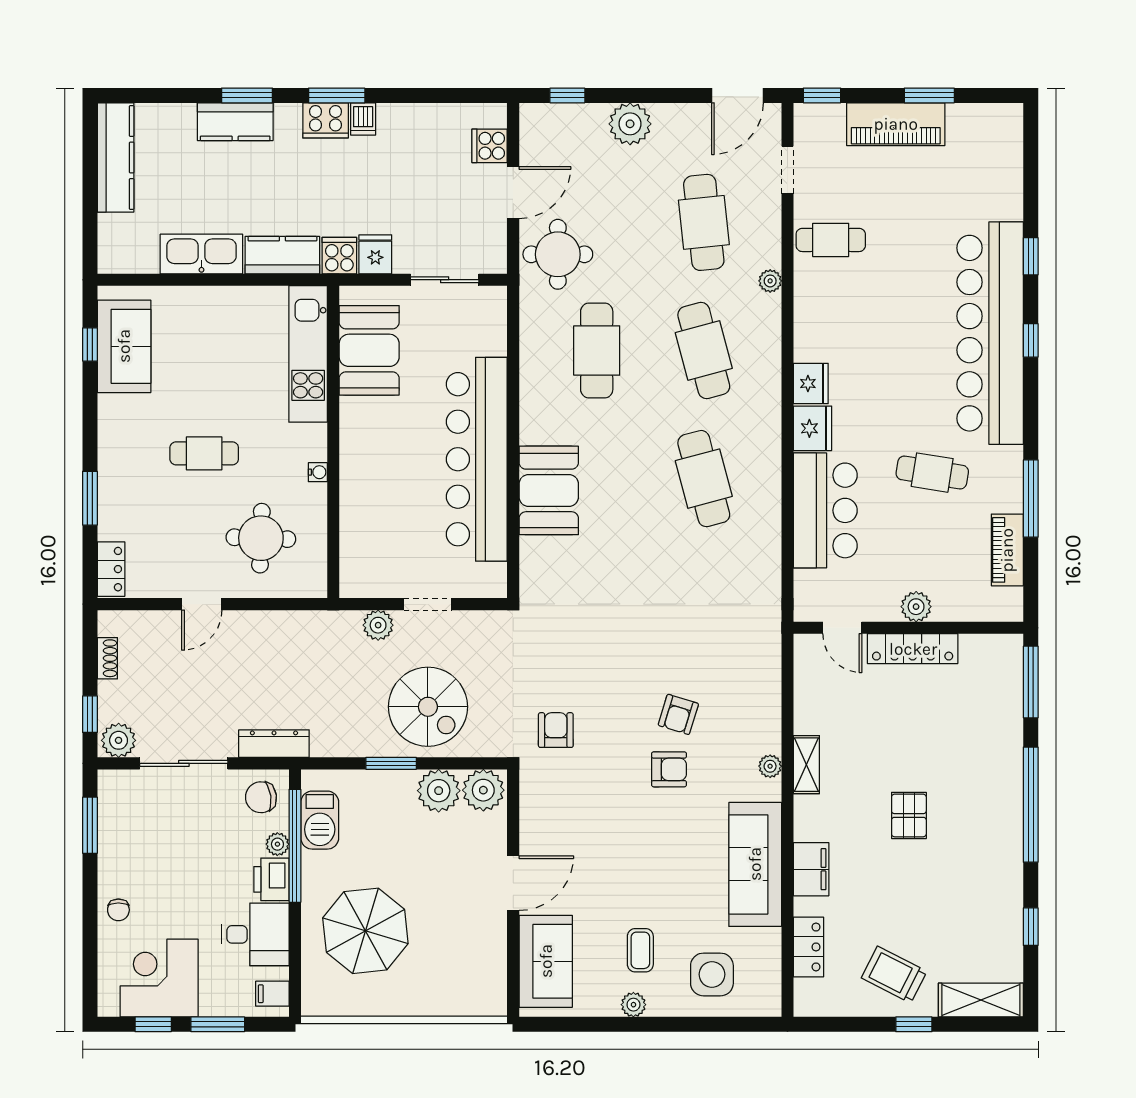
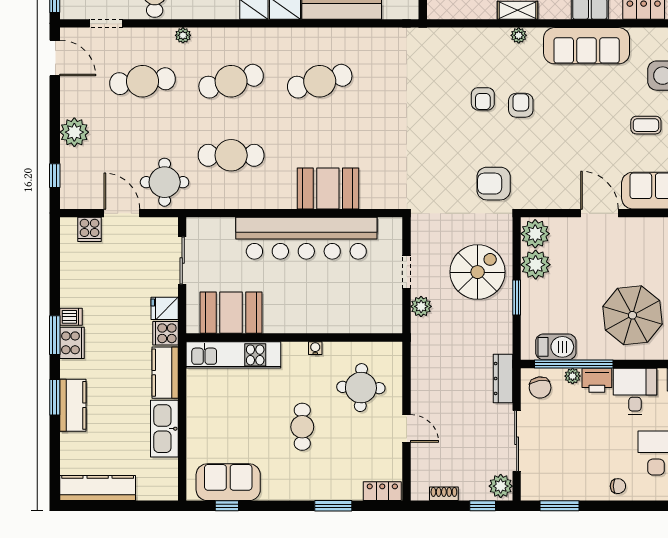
armchair: (678, 714) -> (483, 99), turned 73
armchair: (556, 730) -> (494, 184), width x1.38, depth x1.38

